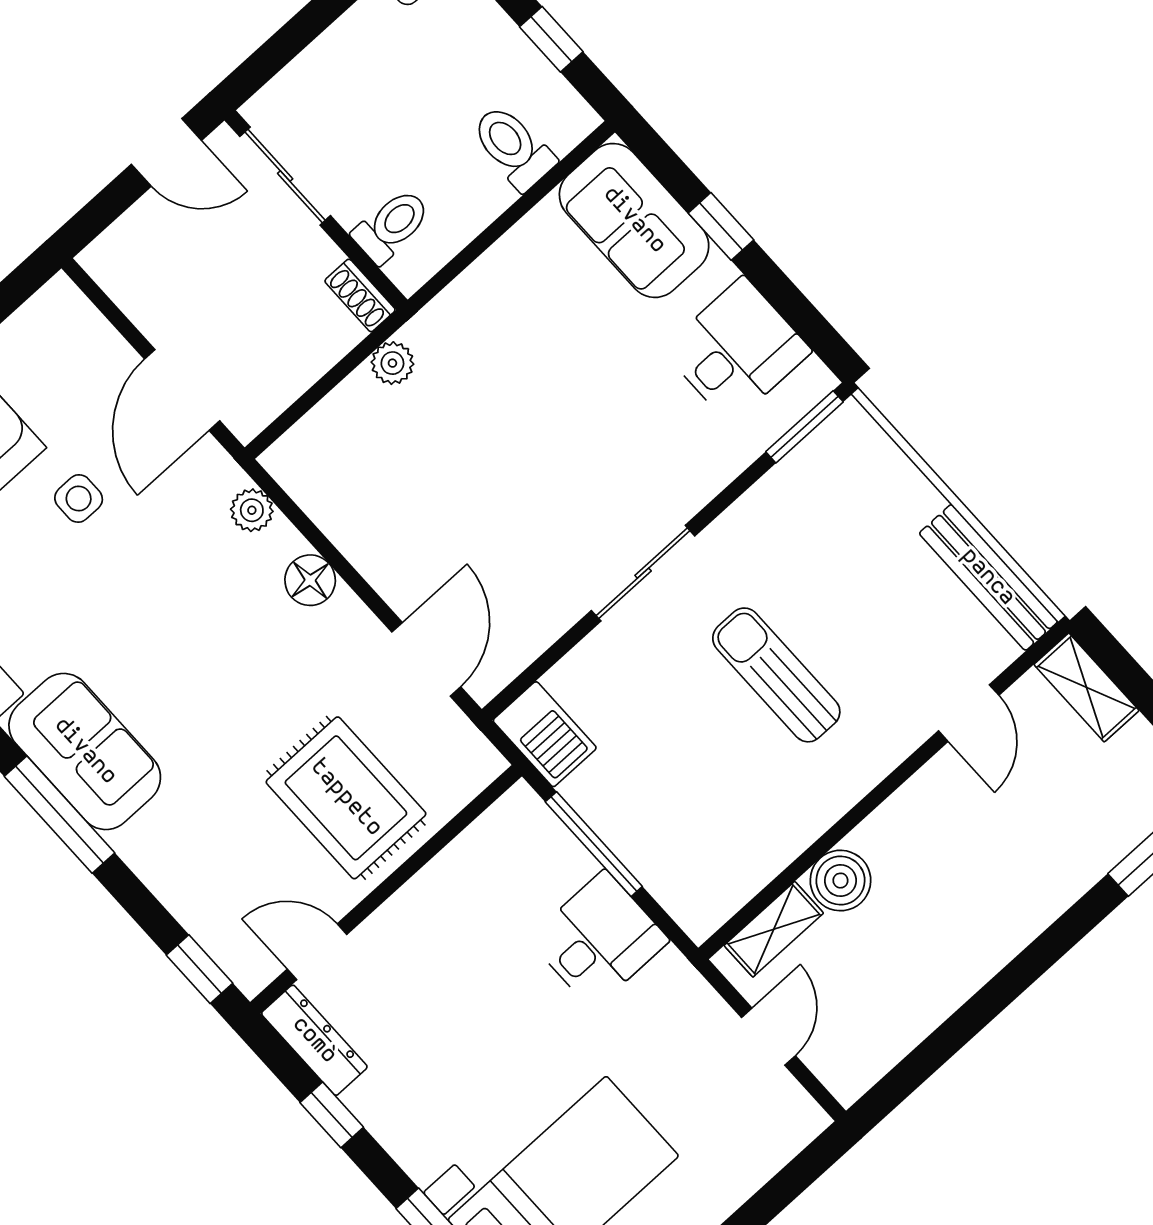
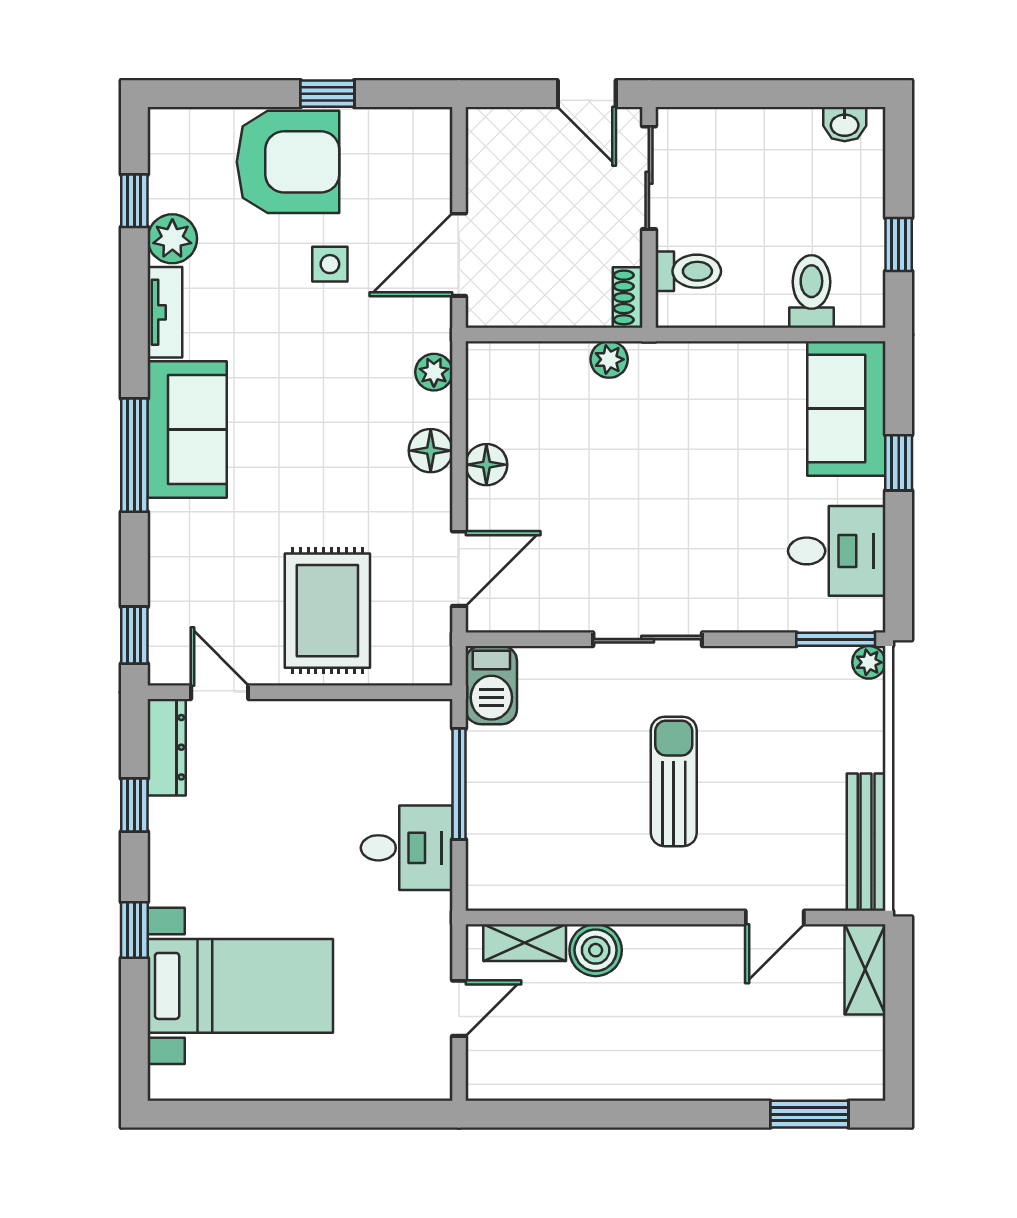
plant: (851, 421) -> (869, 662), added
floor lamp: (369, 549) -> (486, 465), added

